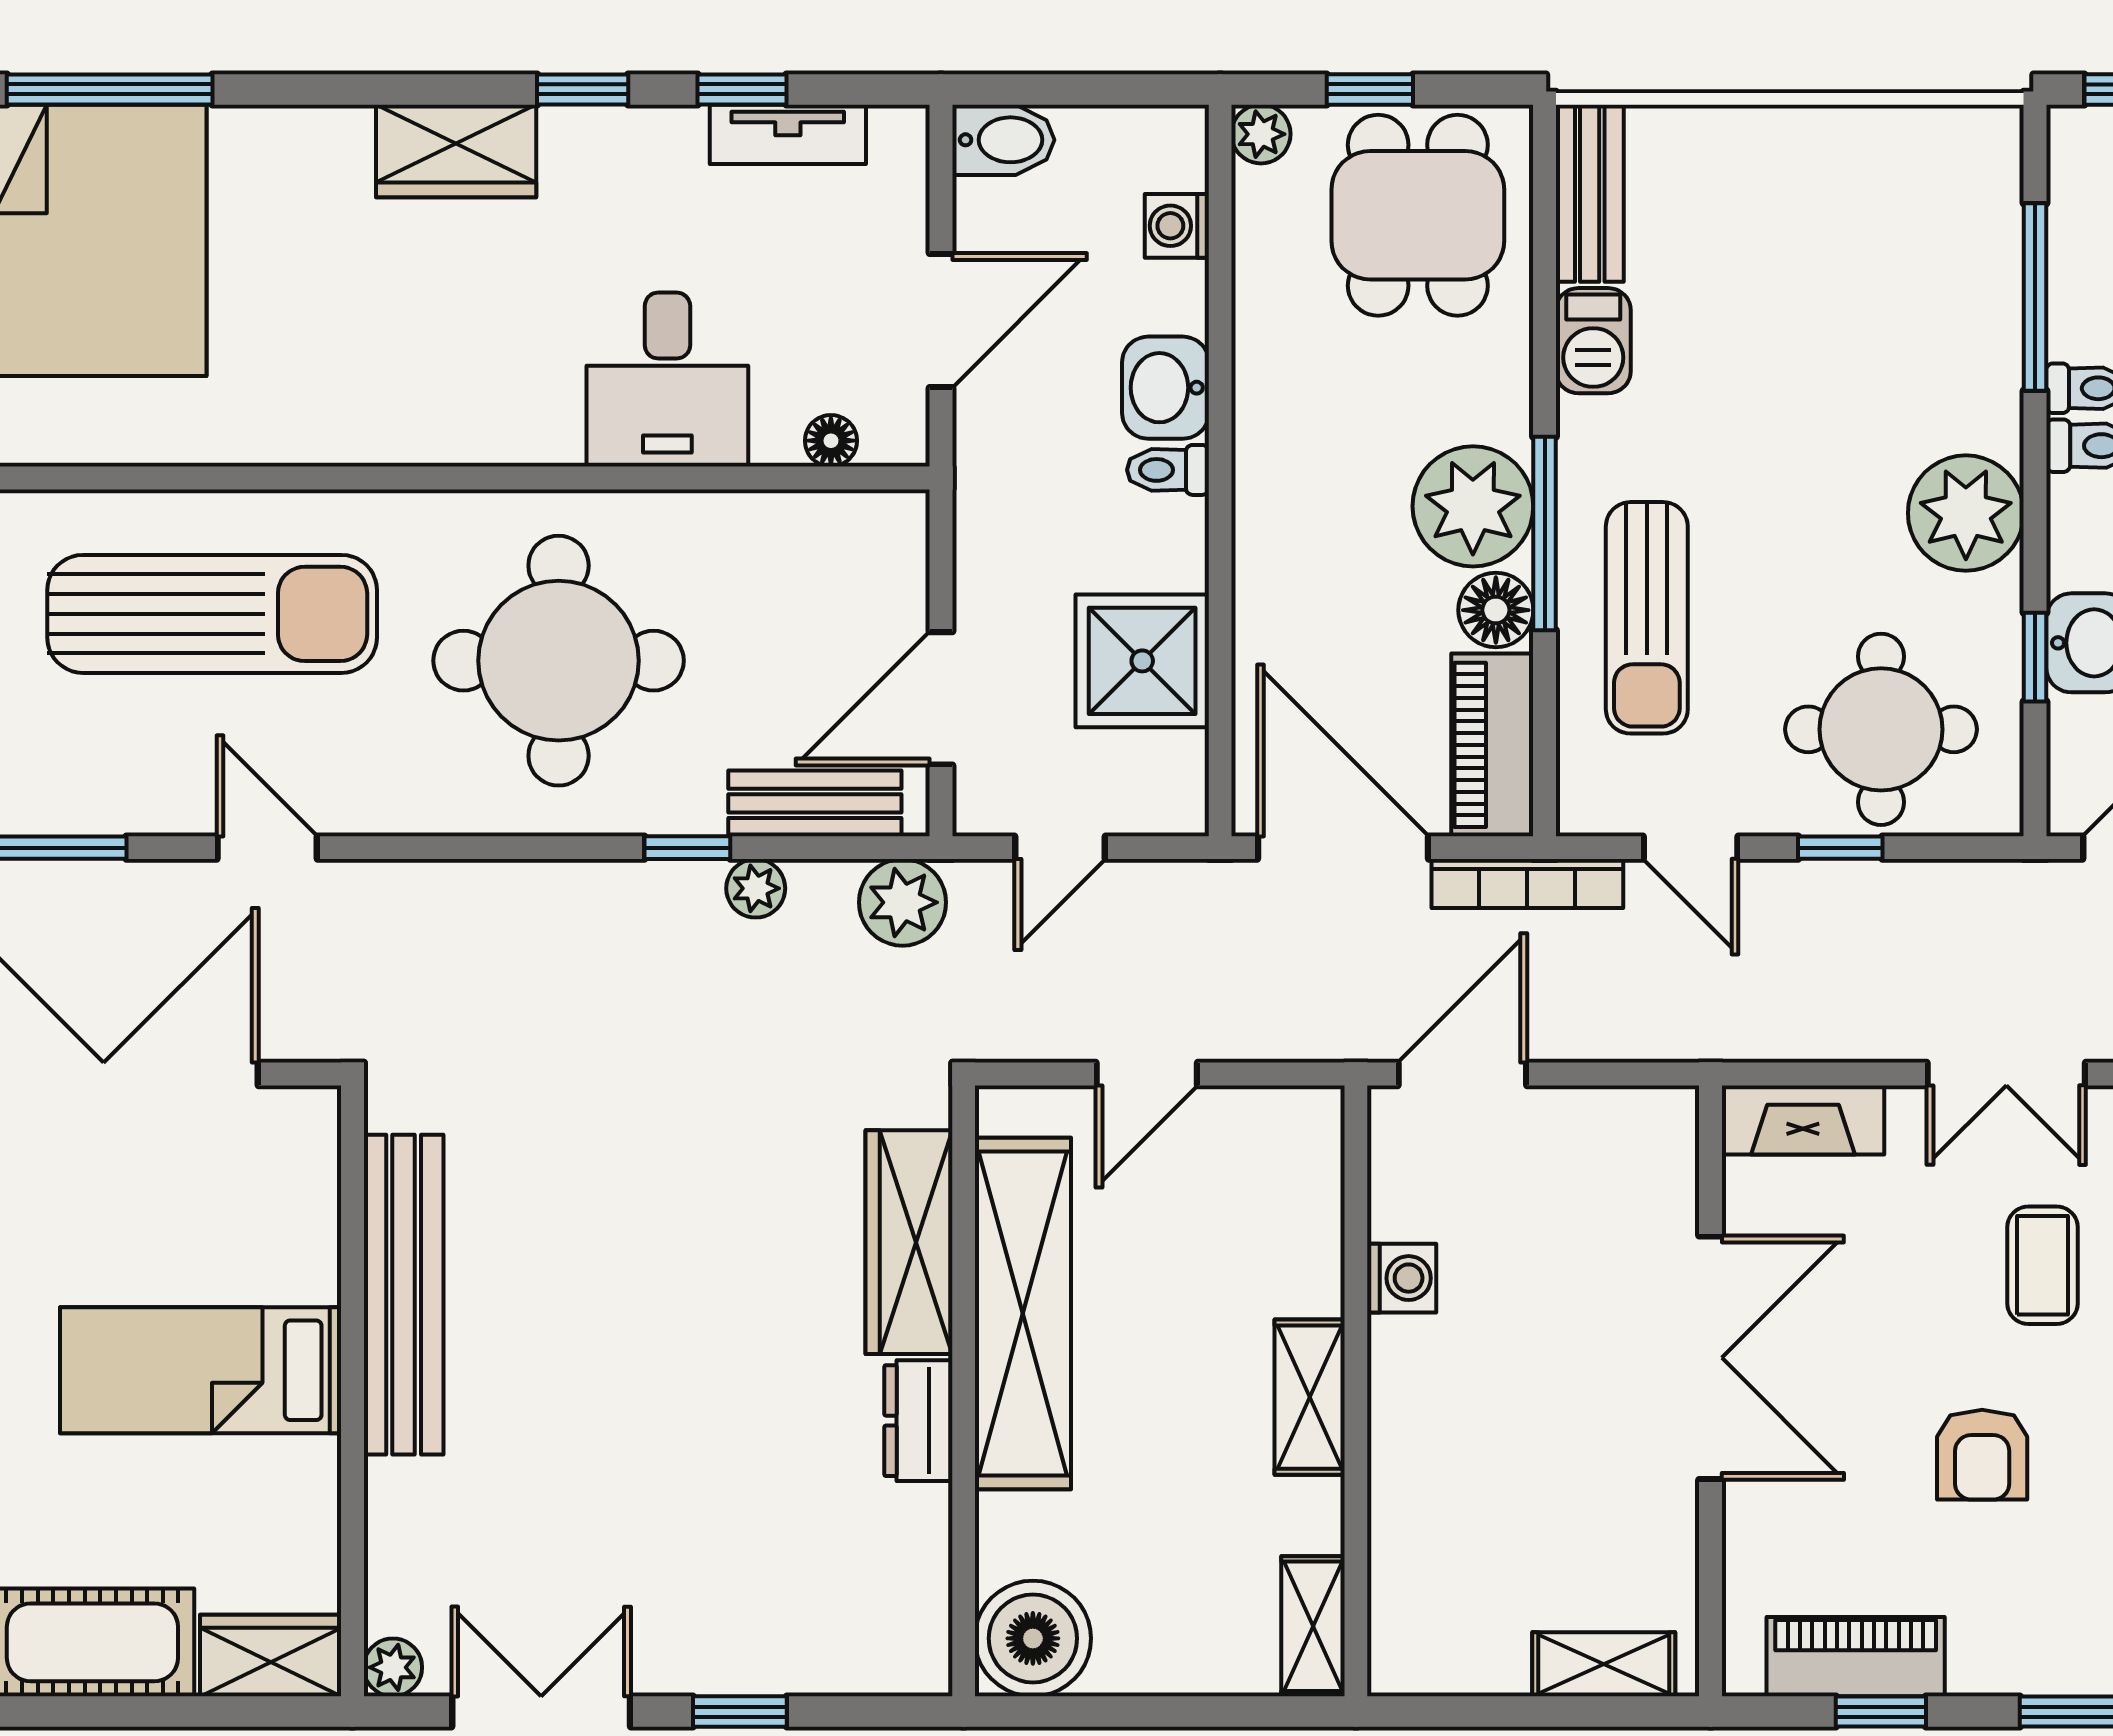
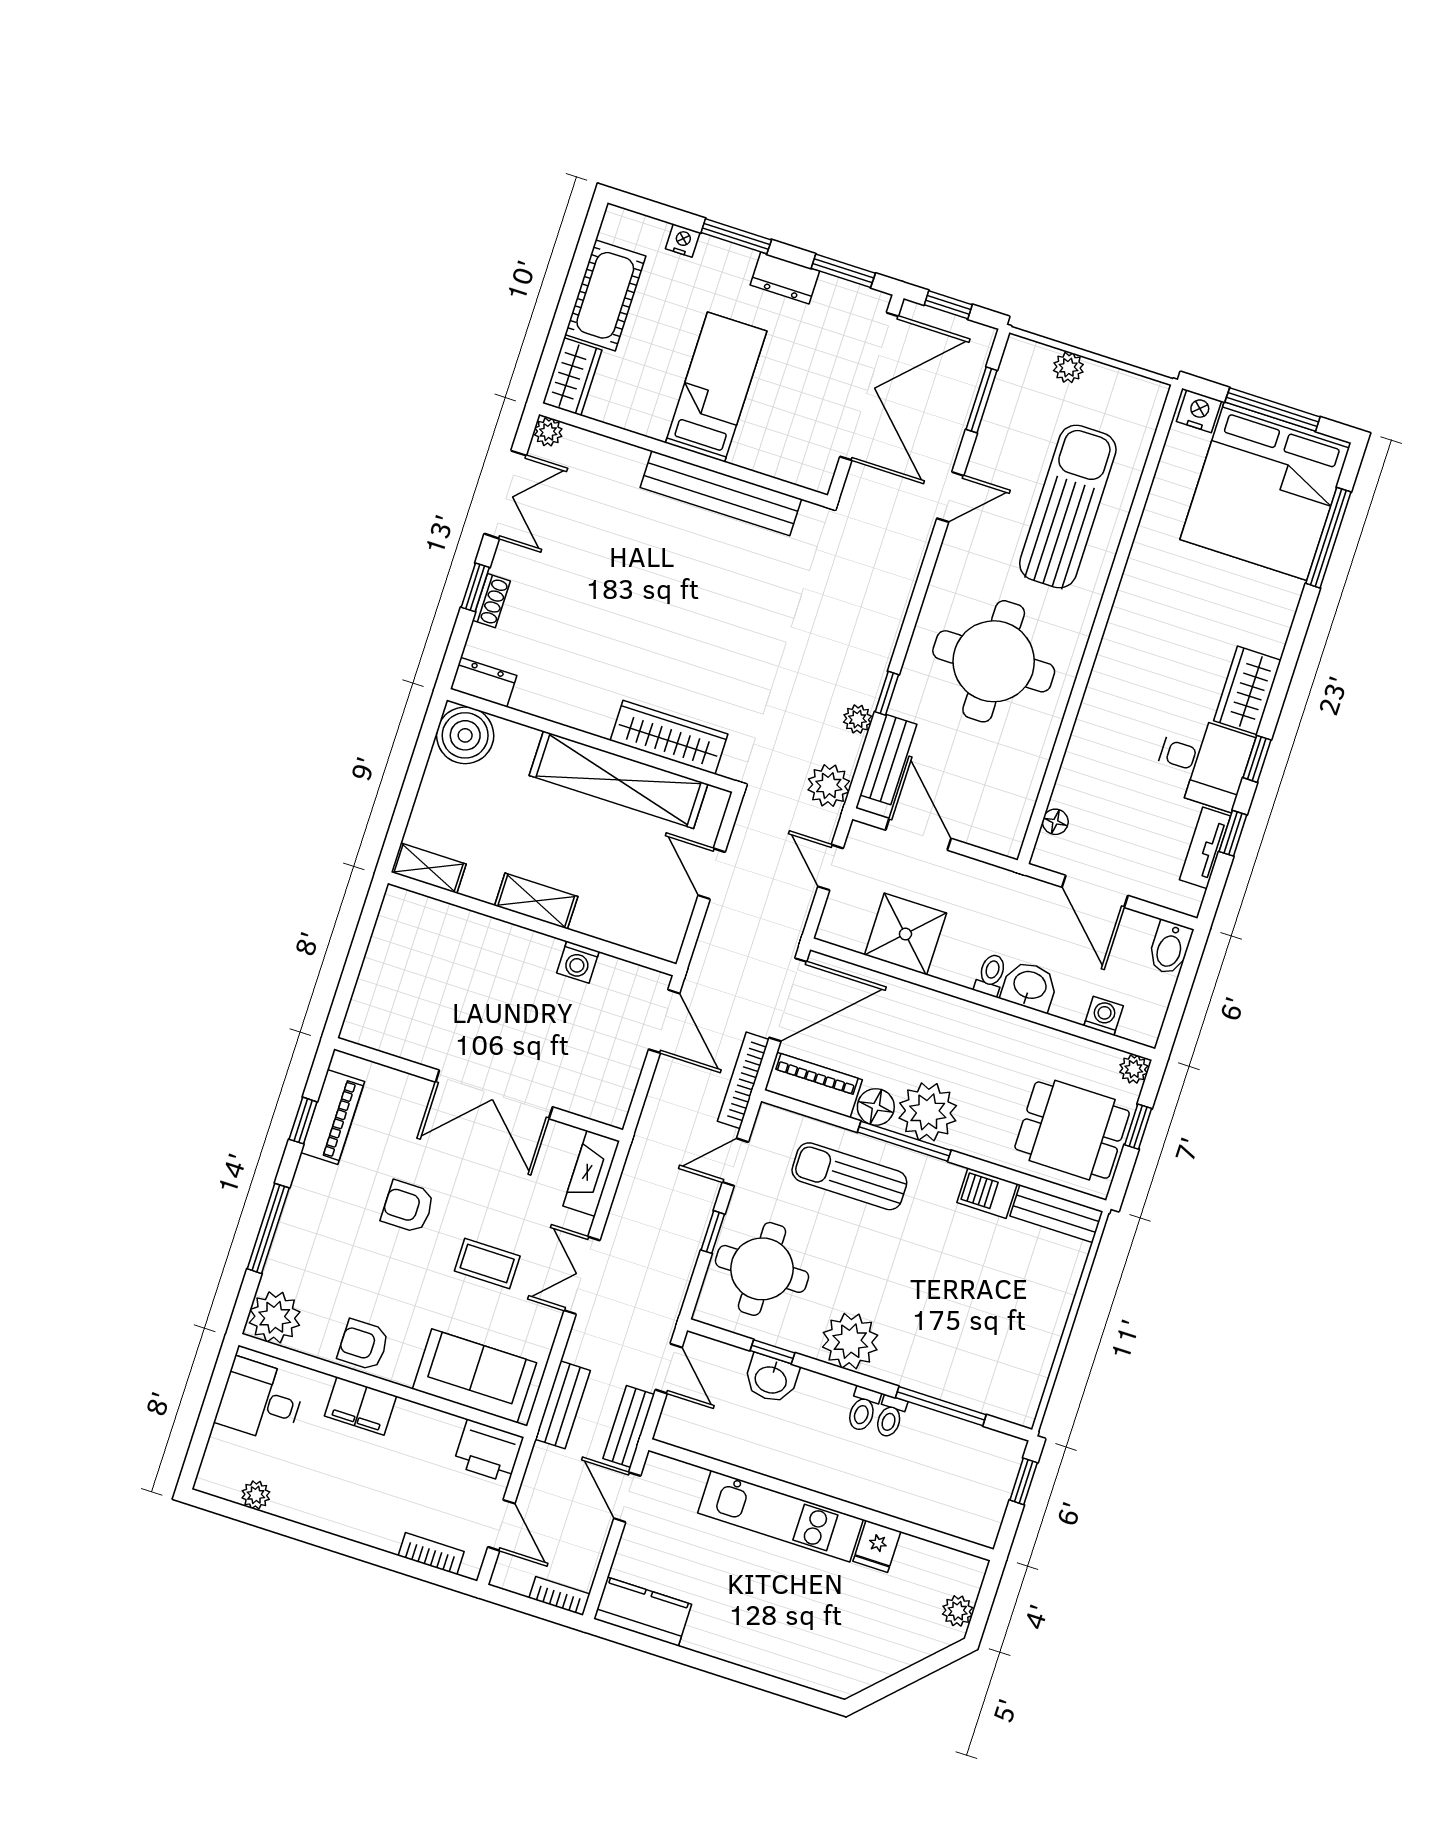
desk: (667, 380) -> (1203, 762), moved, turned 180
sun lounger: (212, 614) -> (1068, 507), turned 180
dresser: (918, 1421) -> (484, 682), moved
shelving: (1604, 1664) -> (367, 998), removed
shoe rack: (755, 1672) -> (491, 601), added

